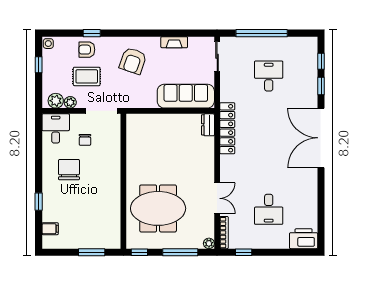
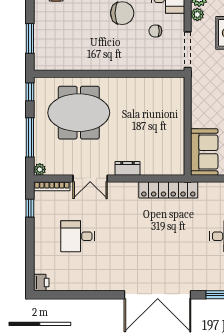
sofa: (186, 96) -> (204, 152), width x0.73
dresser: (208, 125) -> (127, 168), moved
double door: (321, 138) -> (158, 295), swing flipped
meeting table: (158, 208) -> (79, 113), turned 90
printer: (304, 239) -> (41, 283), width x0.53, depth x0.68

